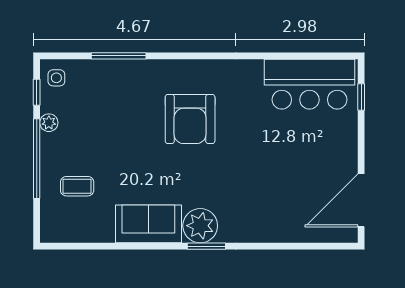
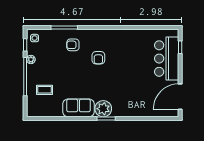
bar counter: (309, 84) -> (167, 59), moved, turned 90
armchair: (137, 92) -> (73, 45), added
armchair: (190, 119) -> (98, 58), width x0.53, depth x0.53

